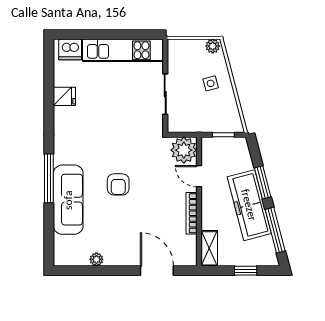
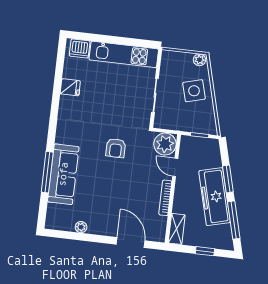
side table: (211, 83) -> (194, 91), width x1.87, depth x1.87
window: (49, 178) -> (47, 172), moved
armchair: (118, 184) -> (116, 148), moved

